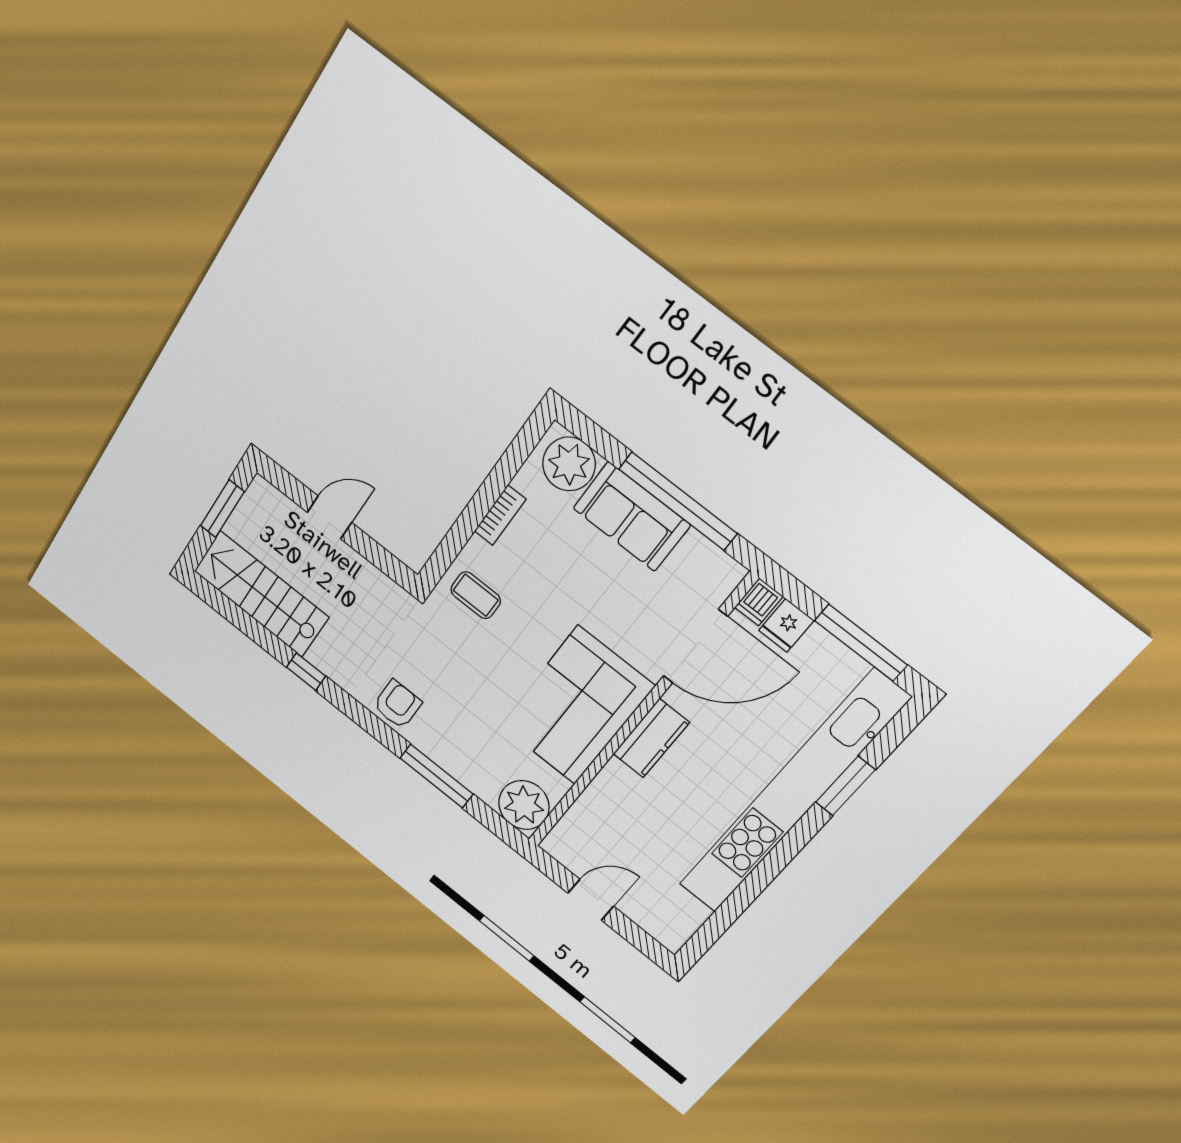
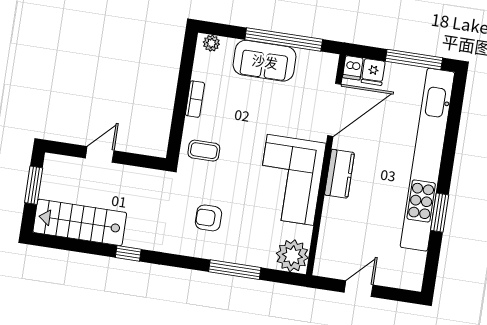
plant: (569, 464) -> (211, 43), width x0.53, depth x0.53
armchair: (397, 704) -> (209, 218), moved, turned -90
window: (845, 786) -> (440, 213), moved

